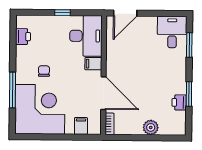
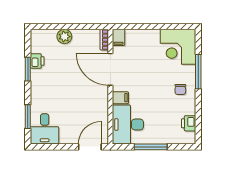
window: (63, 13) -> (151, 147), width x2.17
chair: (44, 71) -> (180, 89), moved
corner desk: (40, 109) -> (178, 47), width x0.74, depth x0.74
filing cabinet: (81, 126) -> (119, 37), moved

